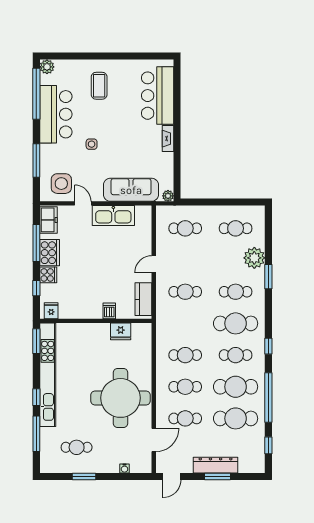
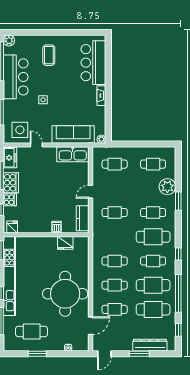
kitchen sink: (113, 215) -> (73, 154), moved
cafe table: (77, 447) -> (32, 331), width x1.37, depth x1.35
dresser: (216, 465) -> (150, 345), moved

